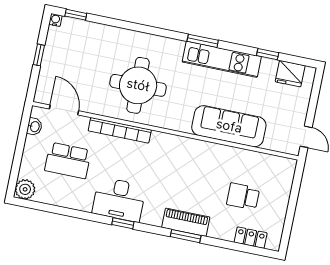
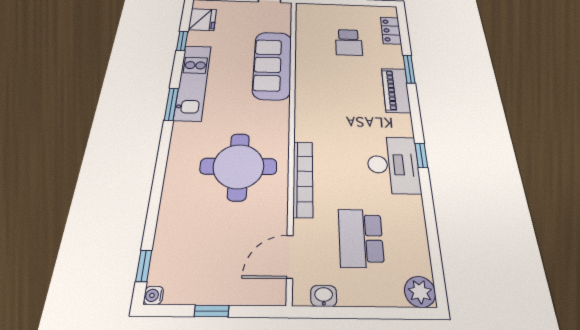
school desk: (68, 160) -> (361, 238), turned 180
window: (186, 236) -> (409, 69), moved

